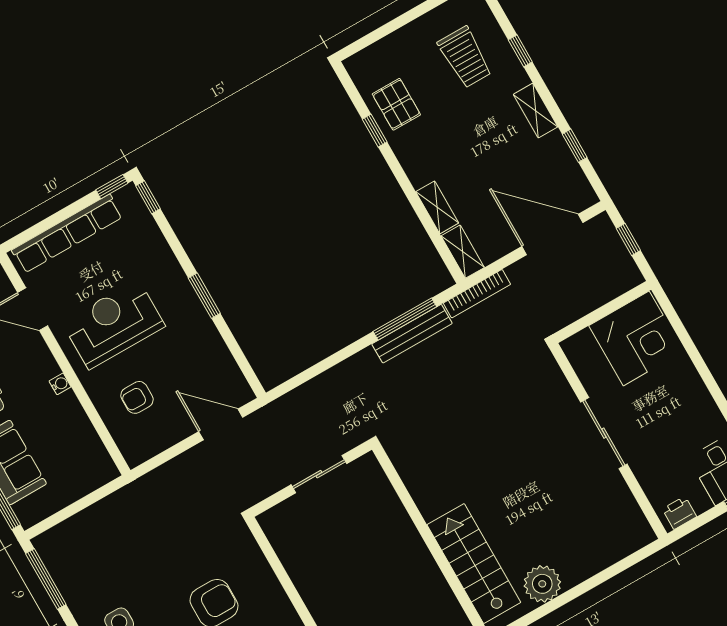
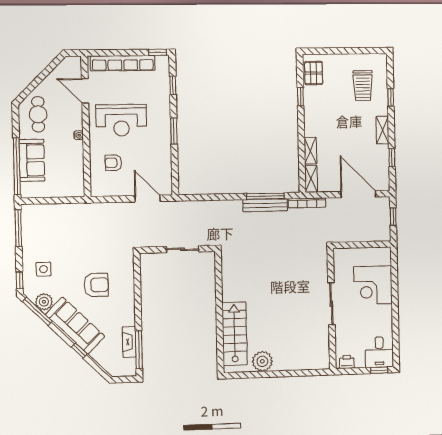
pallet: (396, 104) -> (314, 73), moved
window: (148, 197) -> (173, 85), moved
reception desk: (113, 324) -> (121, 120), turned 180
corner desk: (636, 339) -> (373, 285), moved, turned 90

